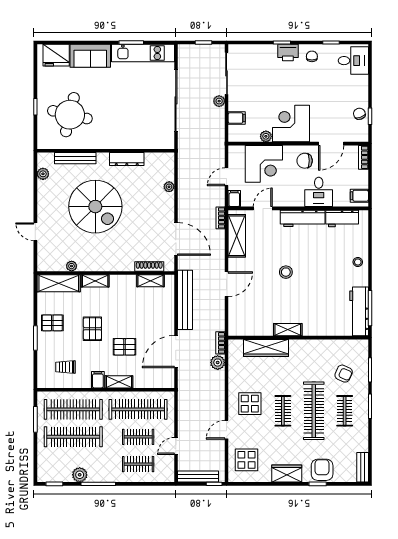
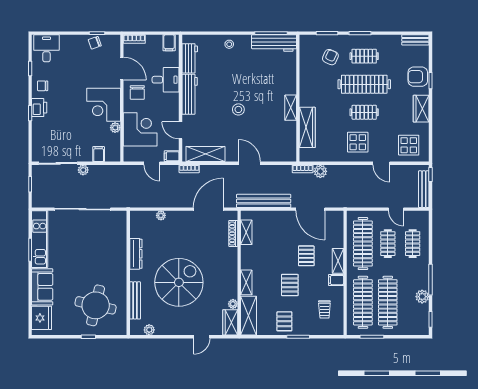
wardrobe: (51, 263) -> (230, 322), added
pallet: (92, 329) -> (290, 285), turned 90

